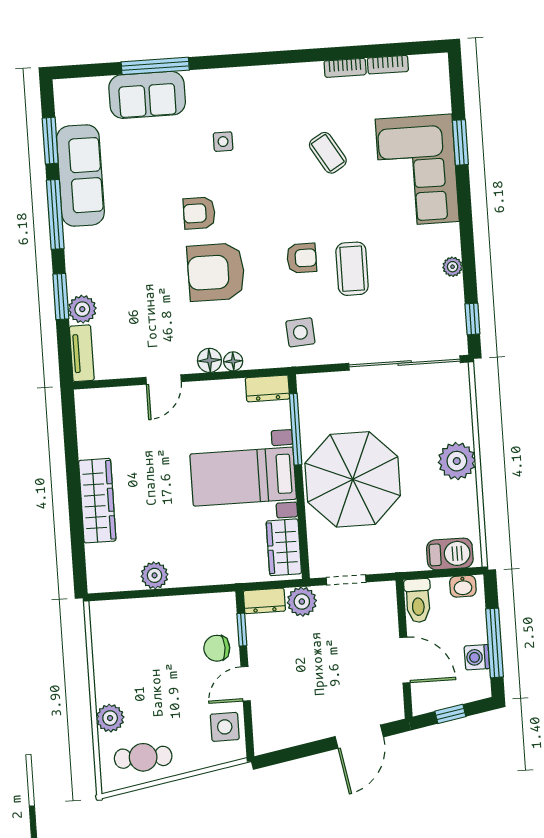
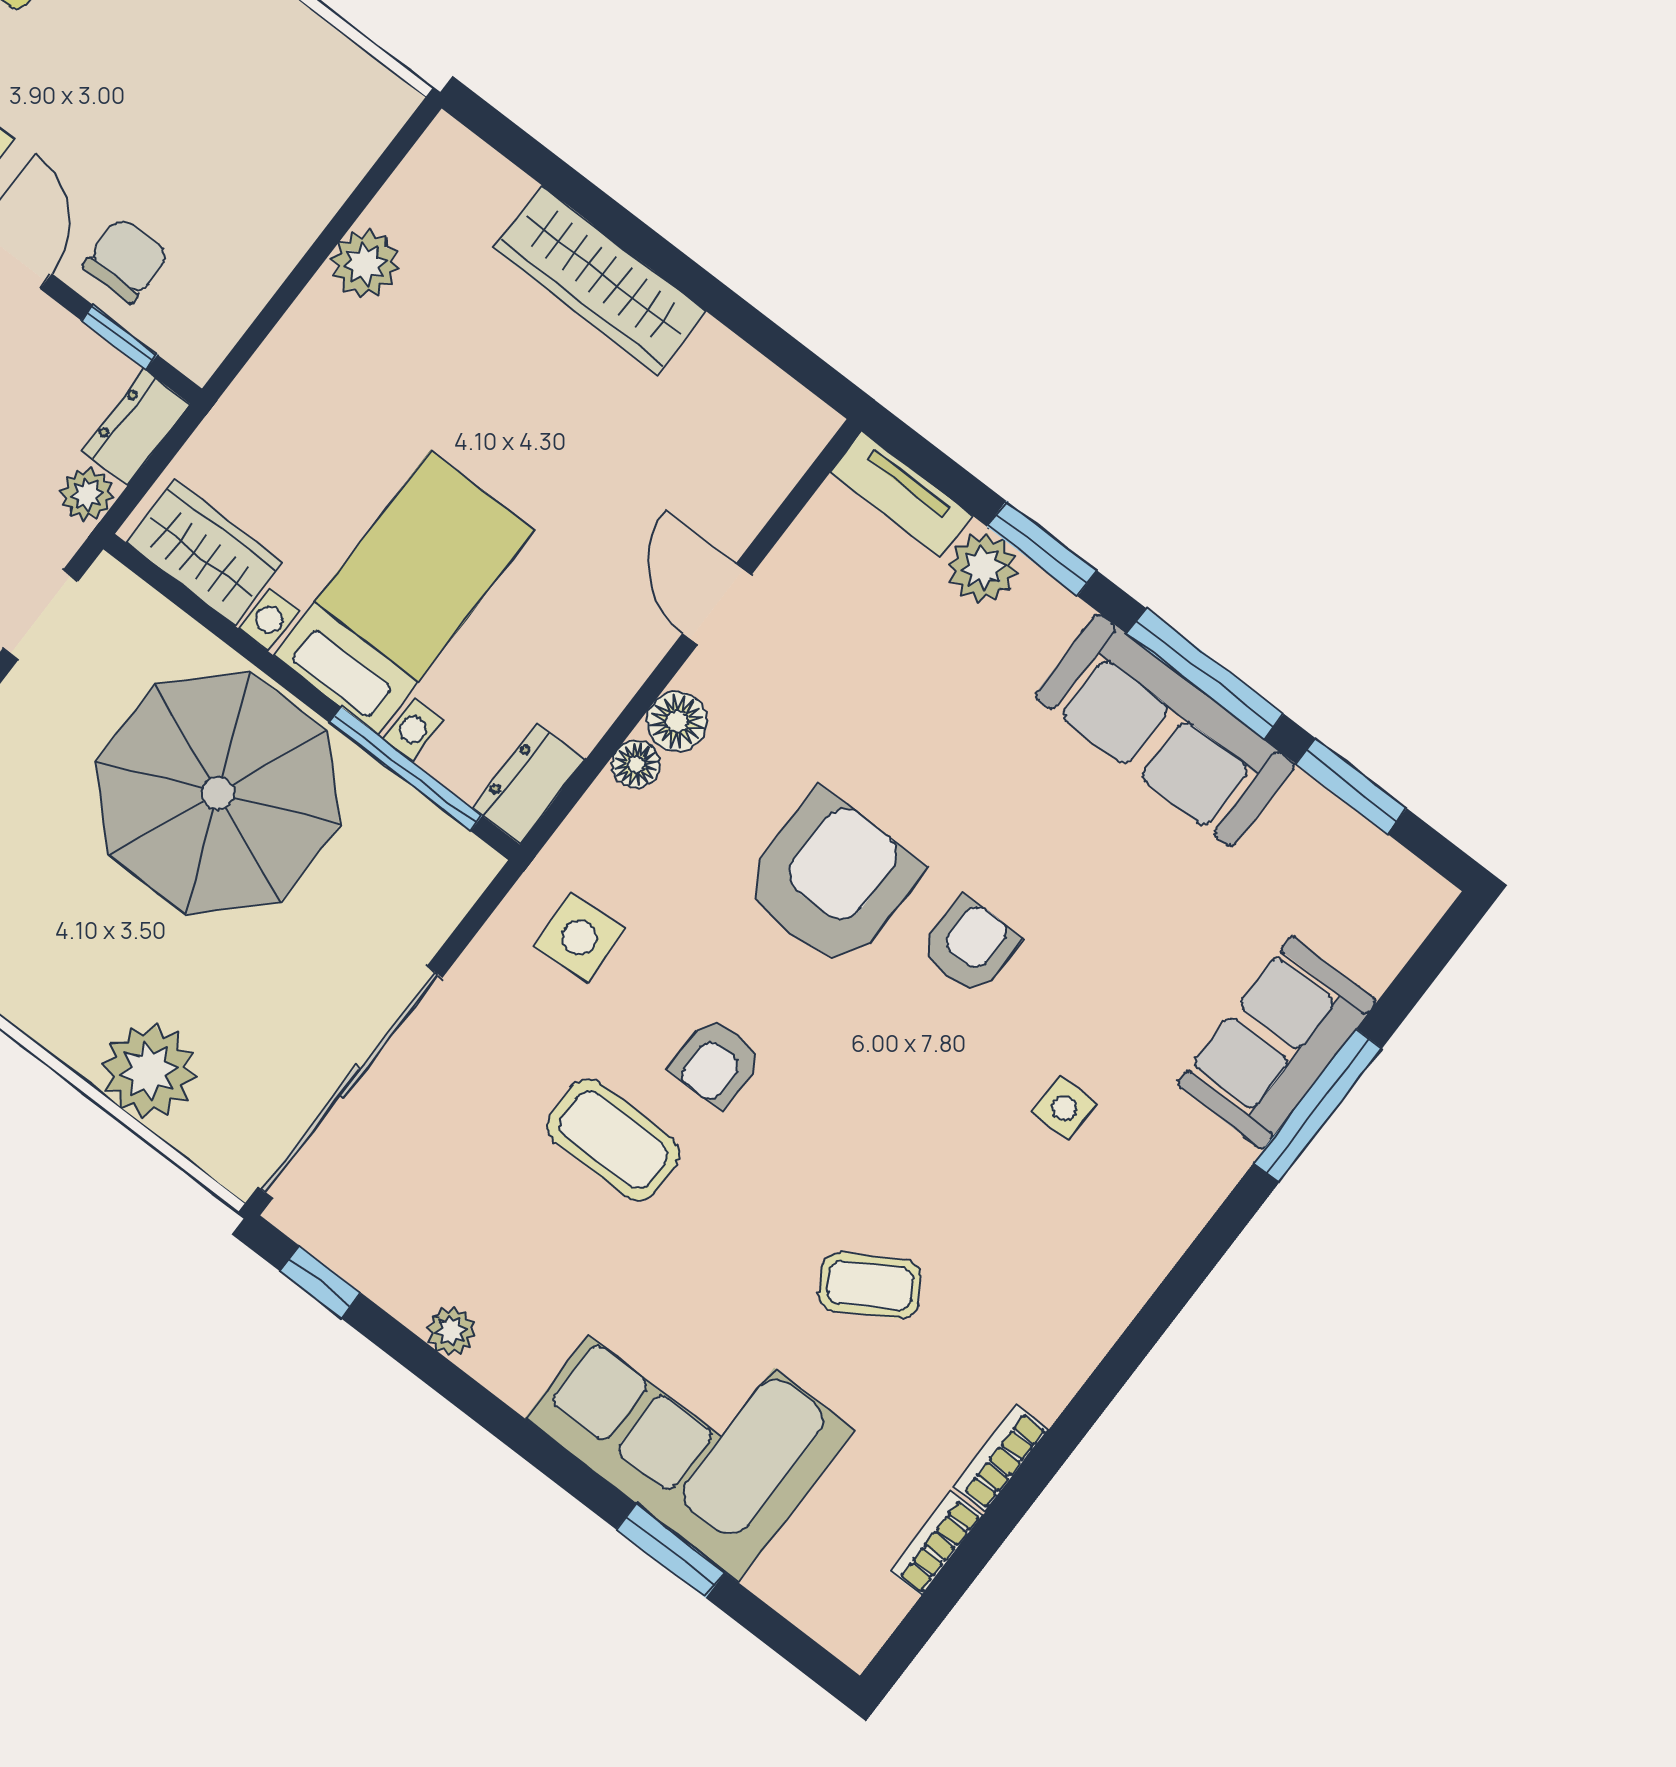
sofa: (80, 175) -> (1165, 730), moved
plant: (457, 461) -> (149, 1071), moved
plant: (302, 602) -> (87, 494), width x0.73, depth x0.73

